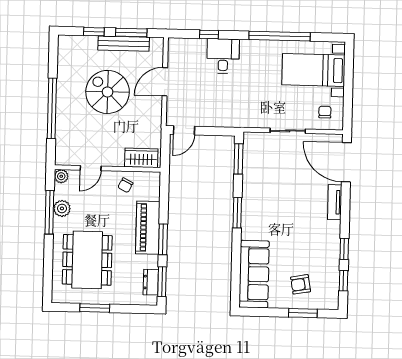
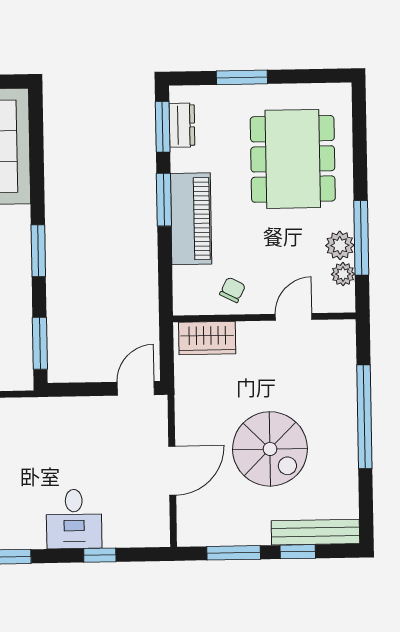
bench: (124, 44) -> (315, 532), moved
plant: (61, 176) -> (343, 274), moved
window: (95, 308) -> (242, 77), moved

